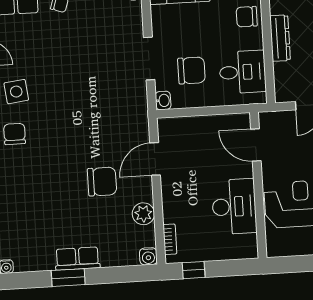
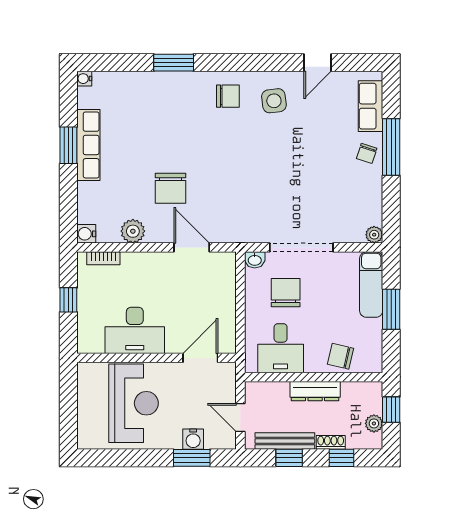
chair: (247, 17) -> (340, 356), turned -77
doorway: (149, 59) -> (301, 247), width x1.36
chair: (191, 70) -> (286, 293), turned 180
row of seats: (77, 259) -> (88, 145), width x1.48
window: (194, 270) -> (68, 300), moved

